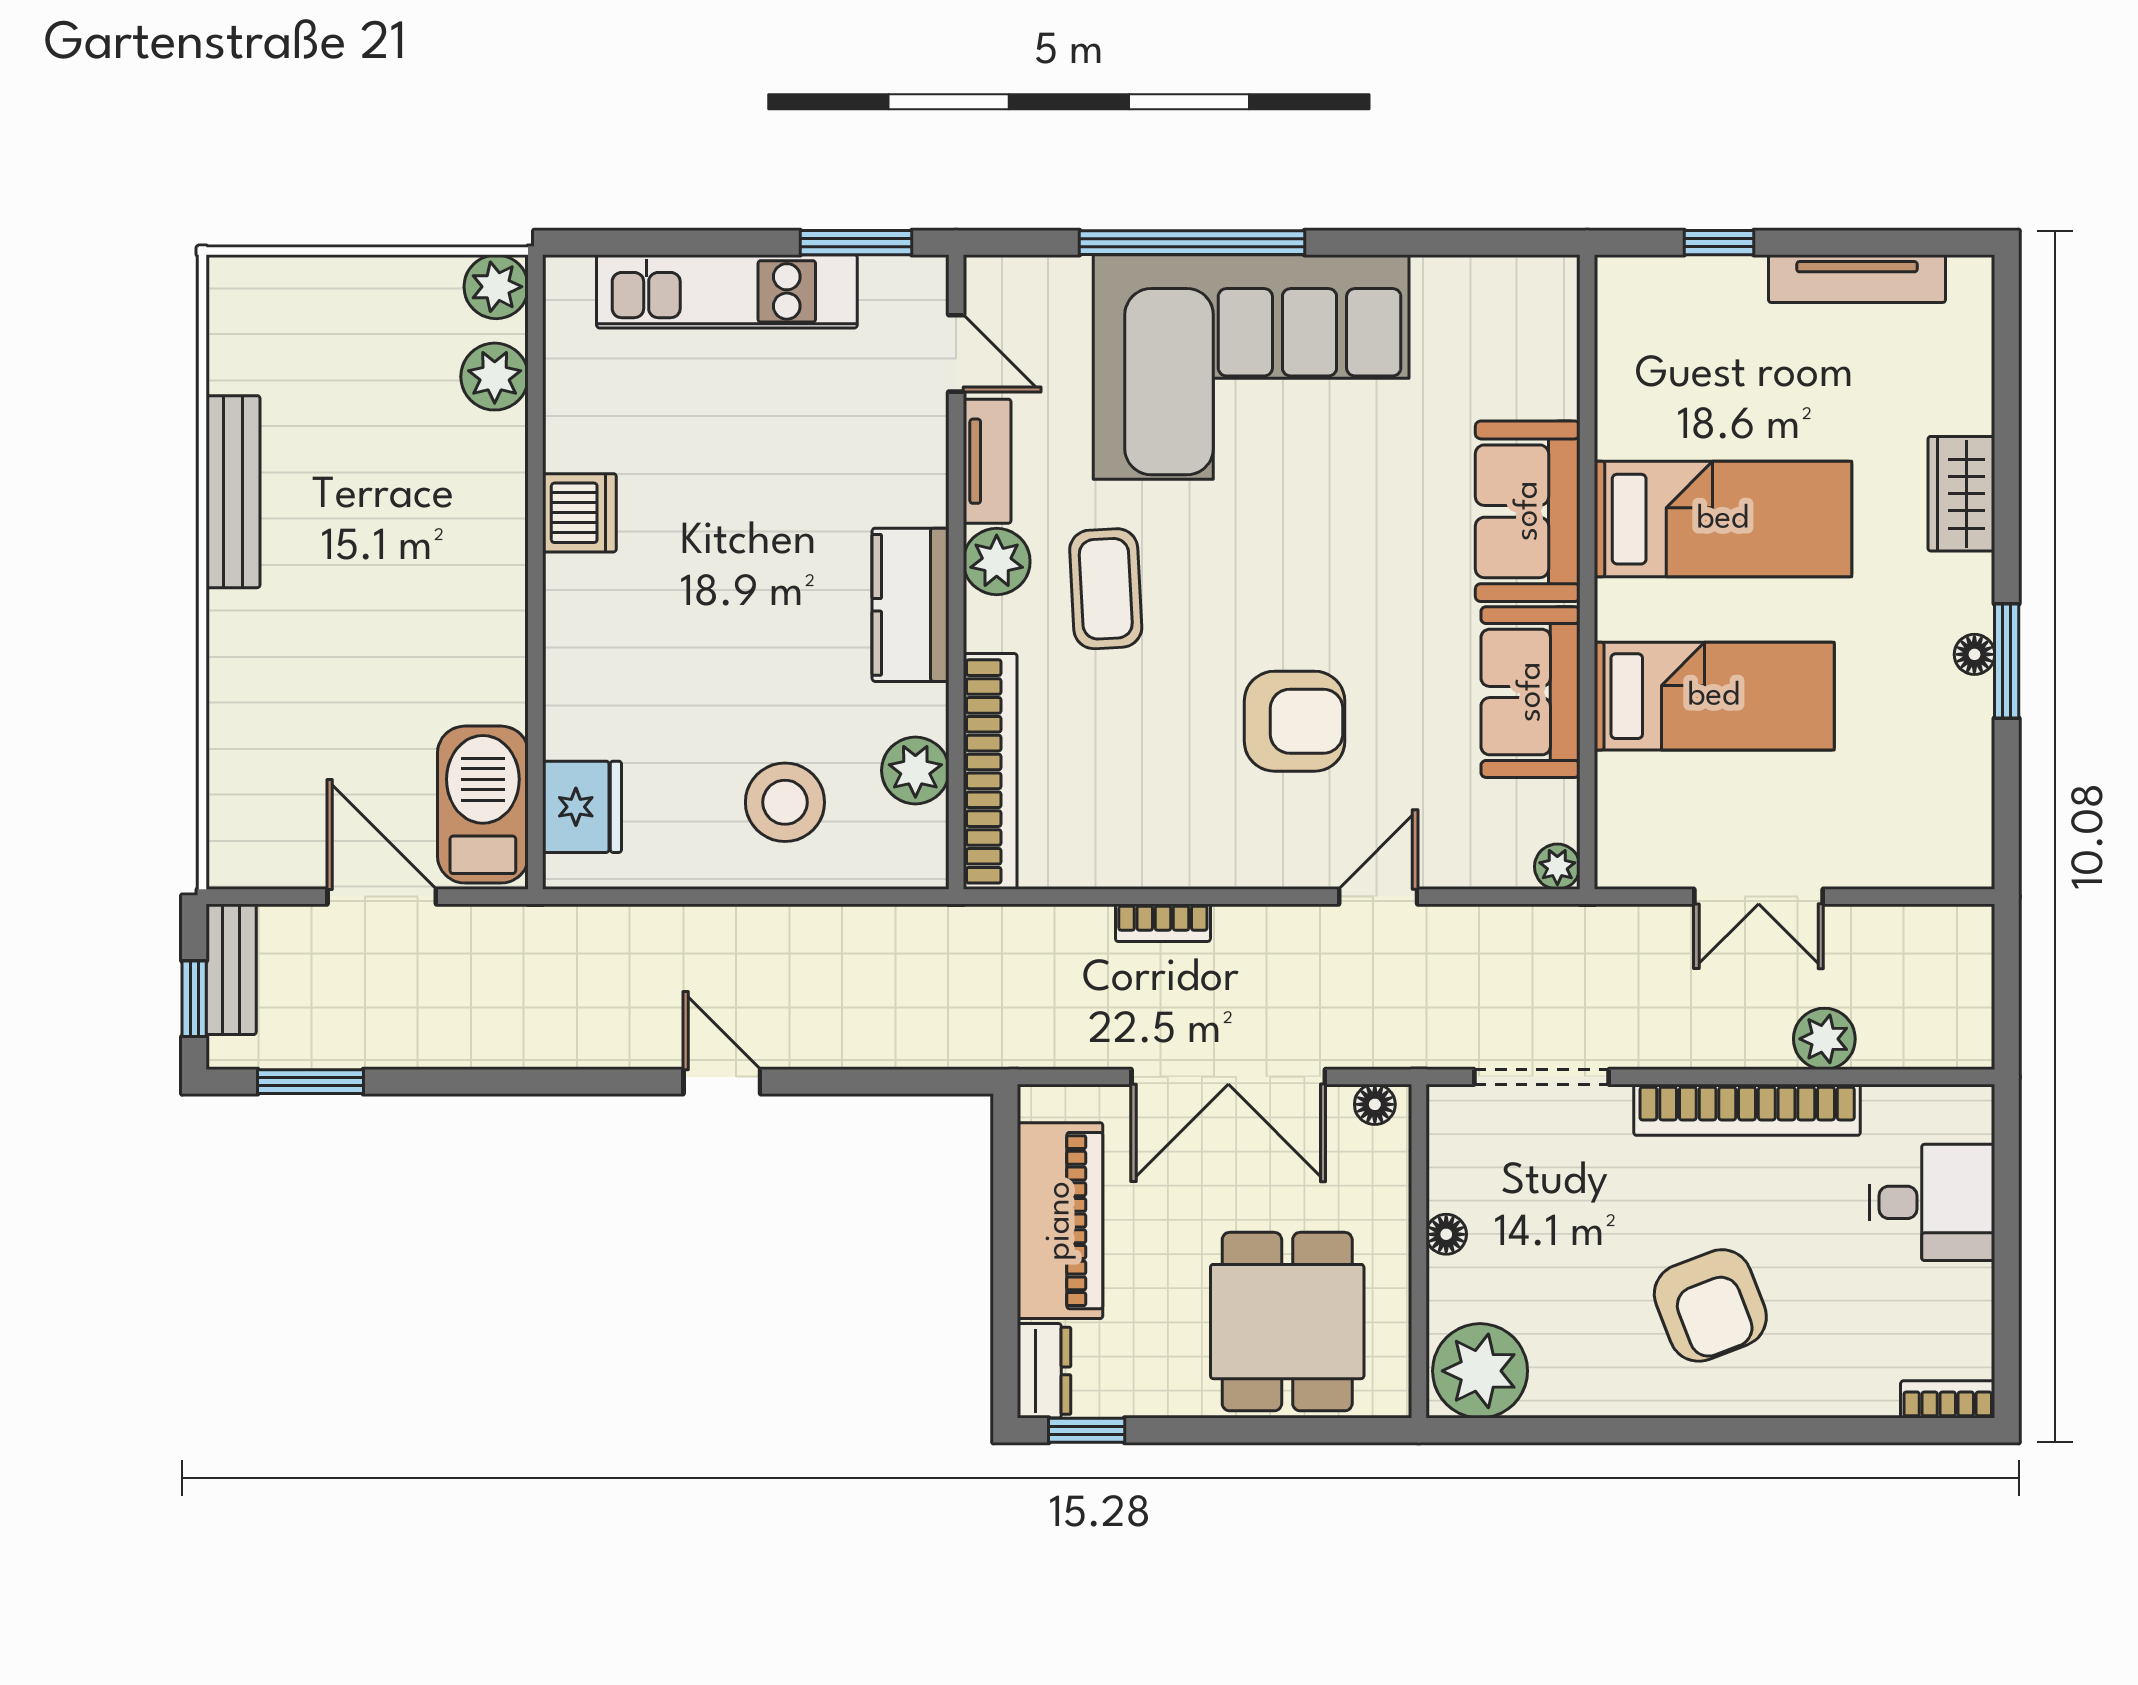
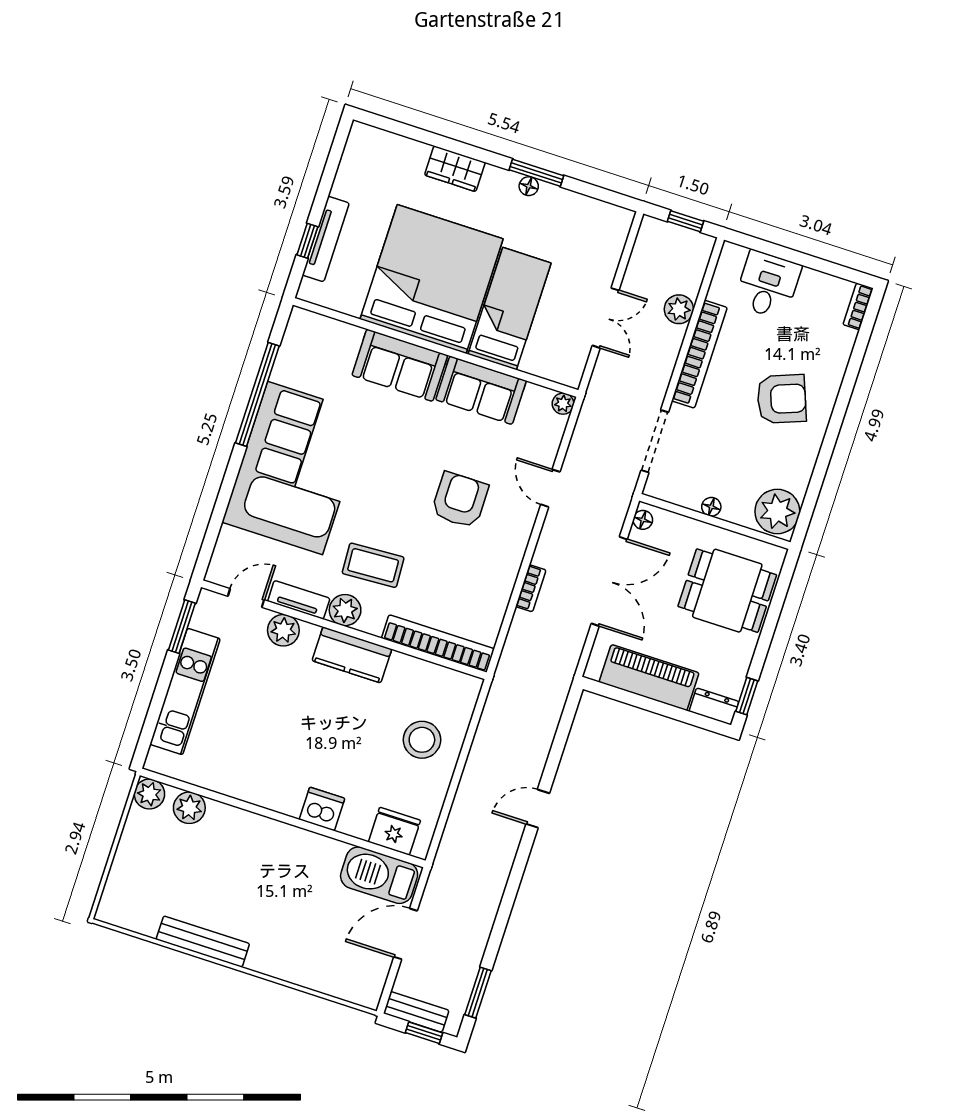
window: (1192, 243) -> (257, 394), moved
tv unit: (1857, 279) -> (326, 239), moved
dishwasher: (579, 513) -> (322, 809), moved
bed: (1723, 519) -> (432, 279), width x2.04
plant: (915, 770) -> (283, 630), moved
window: (2007, 994) -> (685, 221), added

